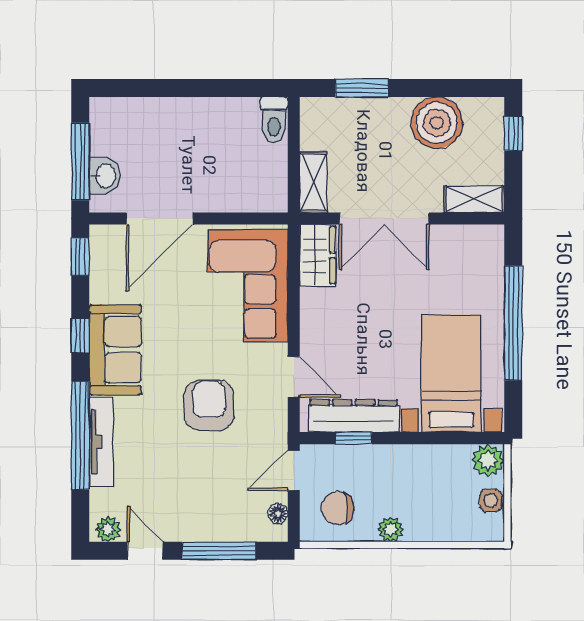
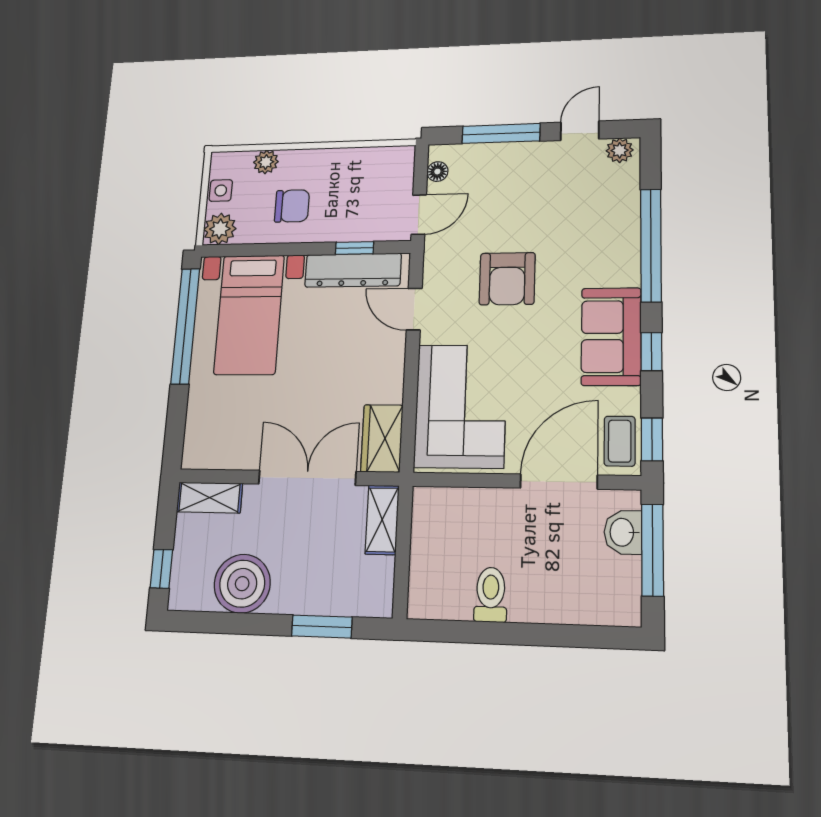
toilet: (274, 120) -> (491, 595), moved
coffee table: (108, 255) -> (620, 441), added
window: (513, 323) -> (185, 326), moved
tv unit: (101, 442) -> (627, 239), removed
chair: (338, 508) -> (292, 206), moved
plant: (391, 529) -> (266, 162), moved
door: (145, 551) -> (580, 131), swing flipped

